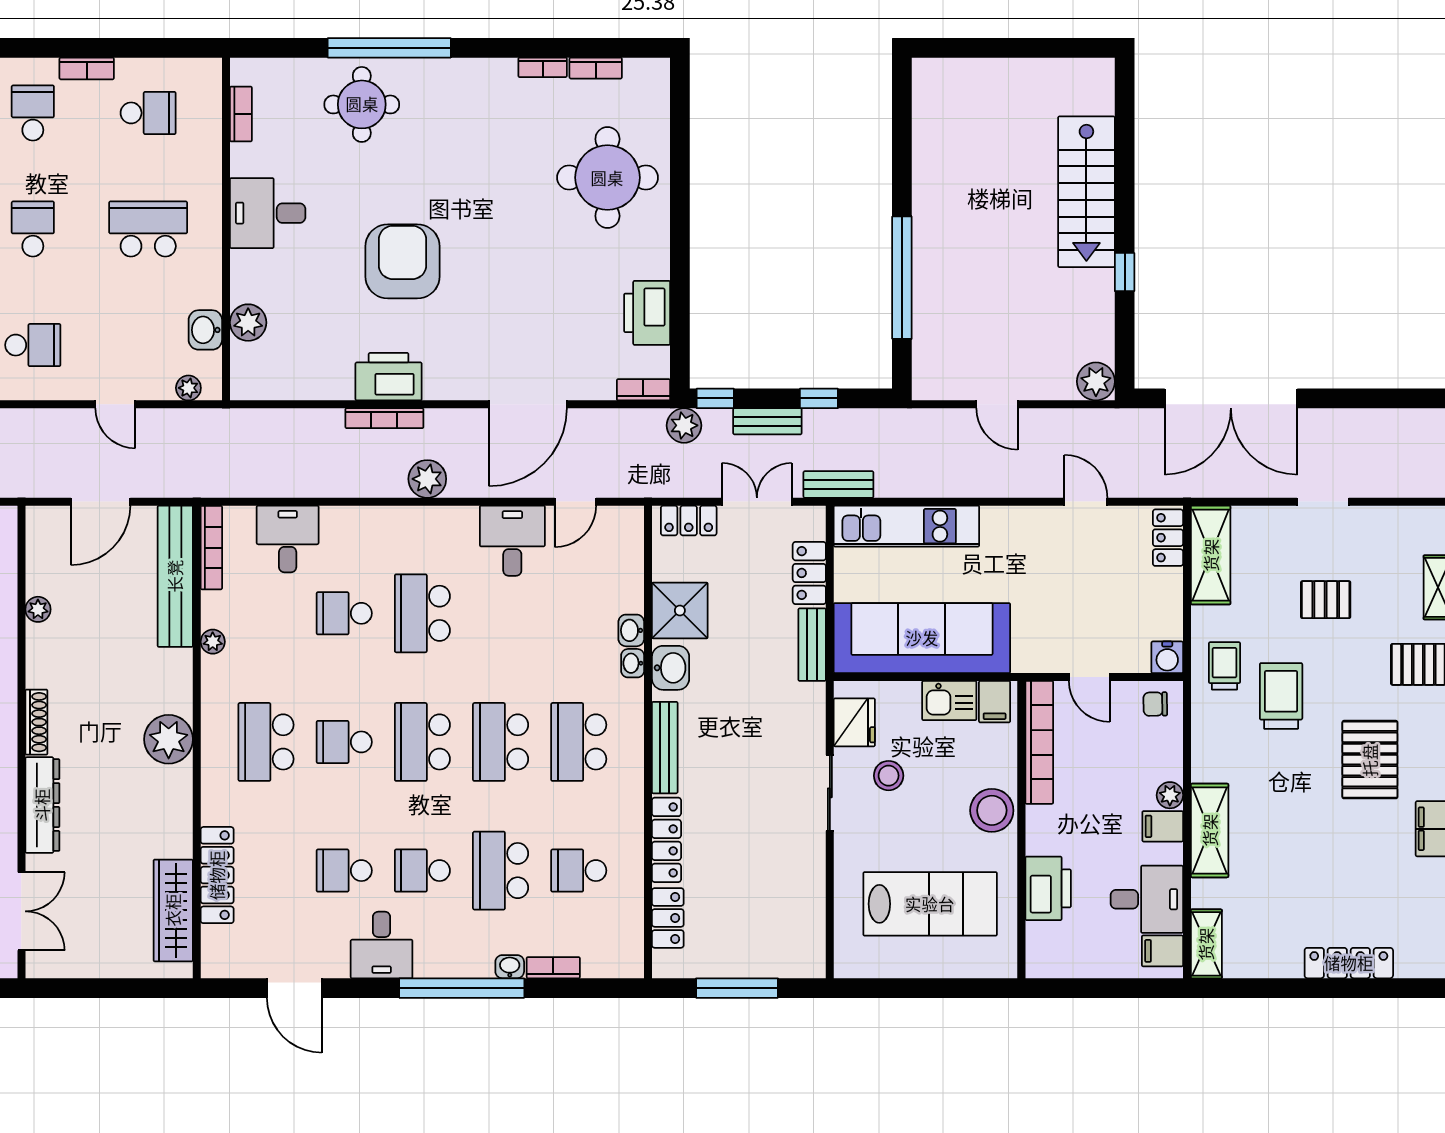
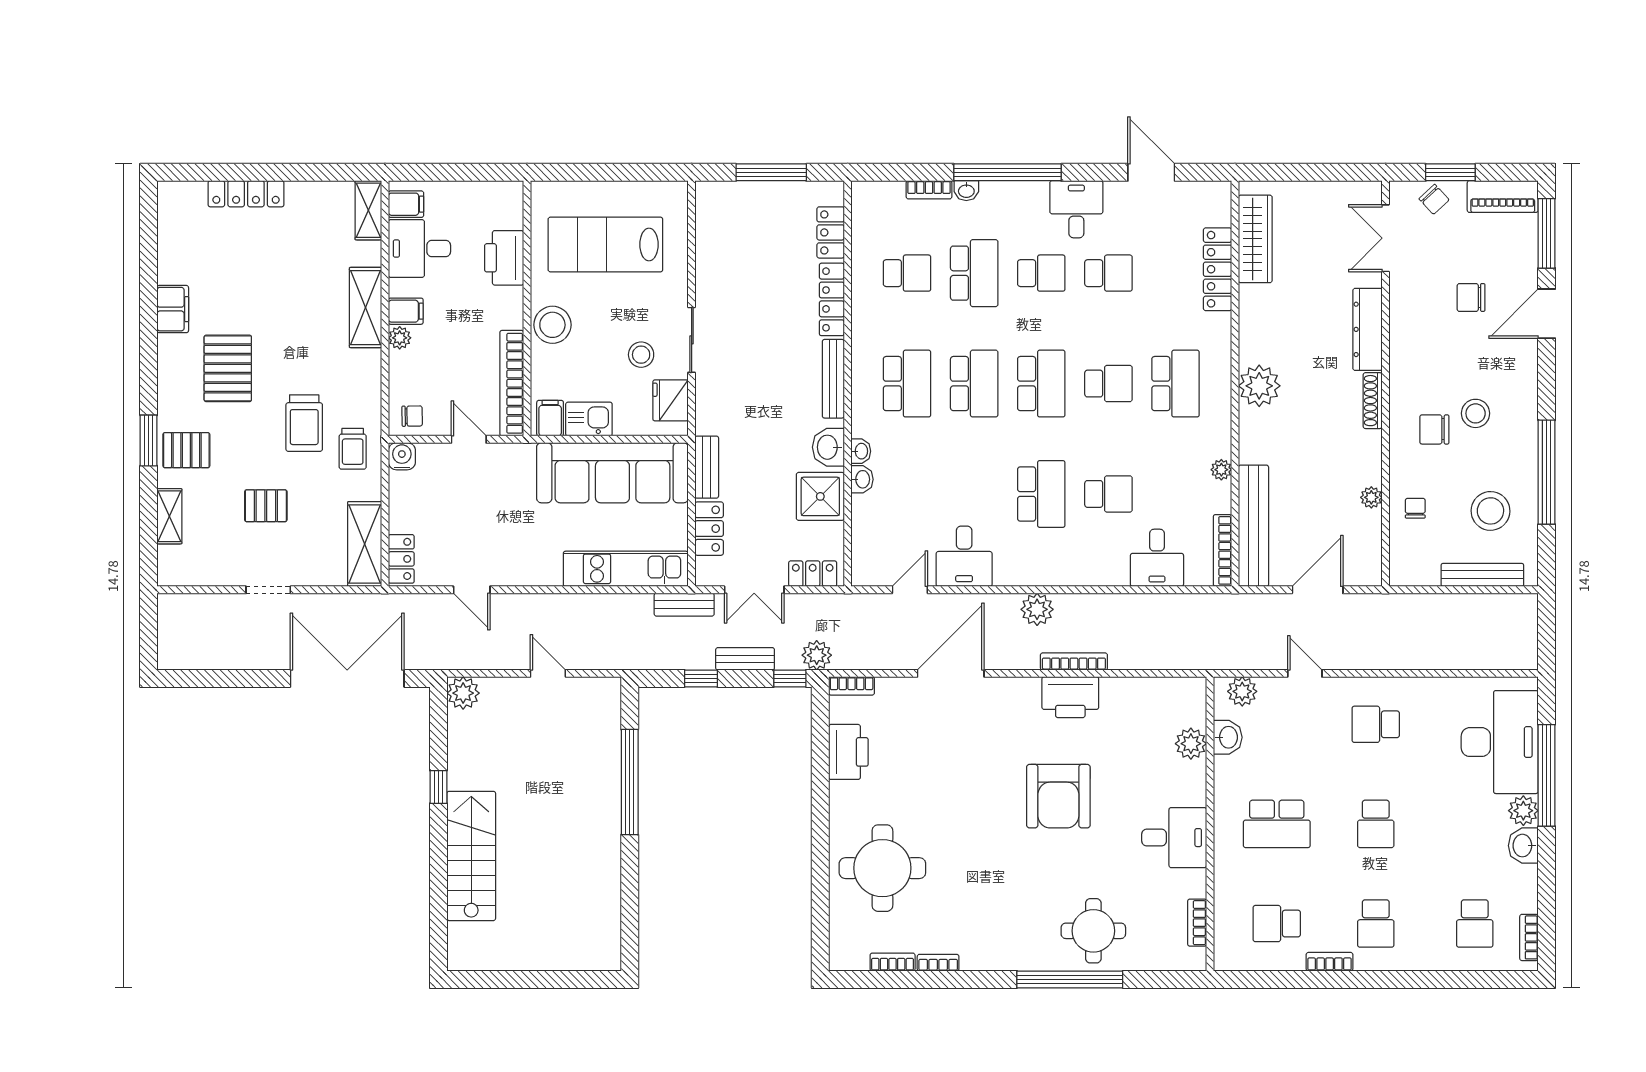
plant: (188, 388) -> (1242, 691), width x1.38, depth x1.38

